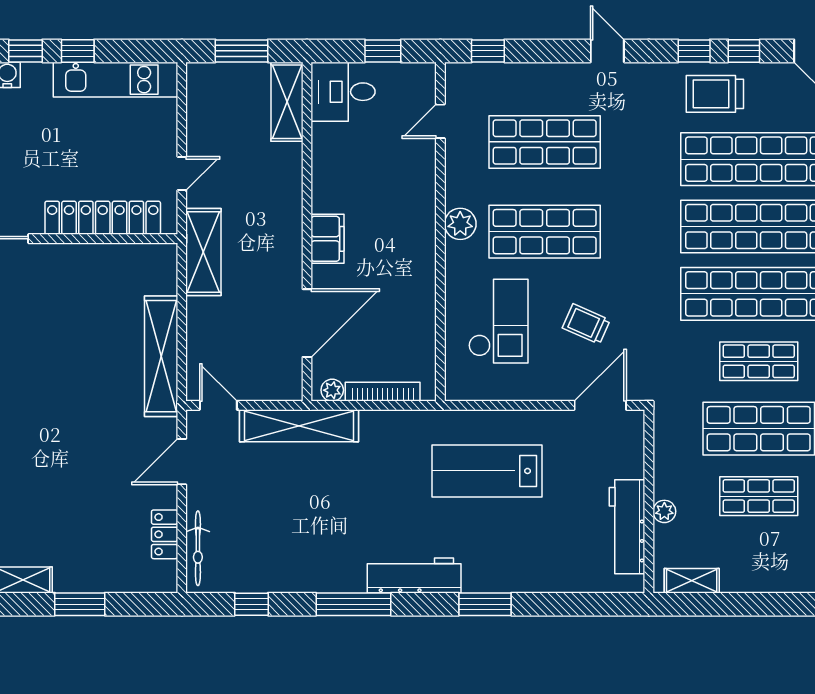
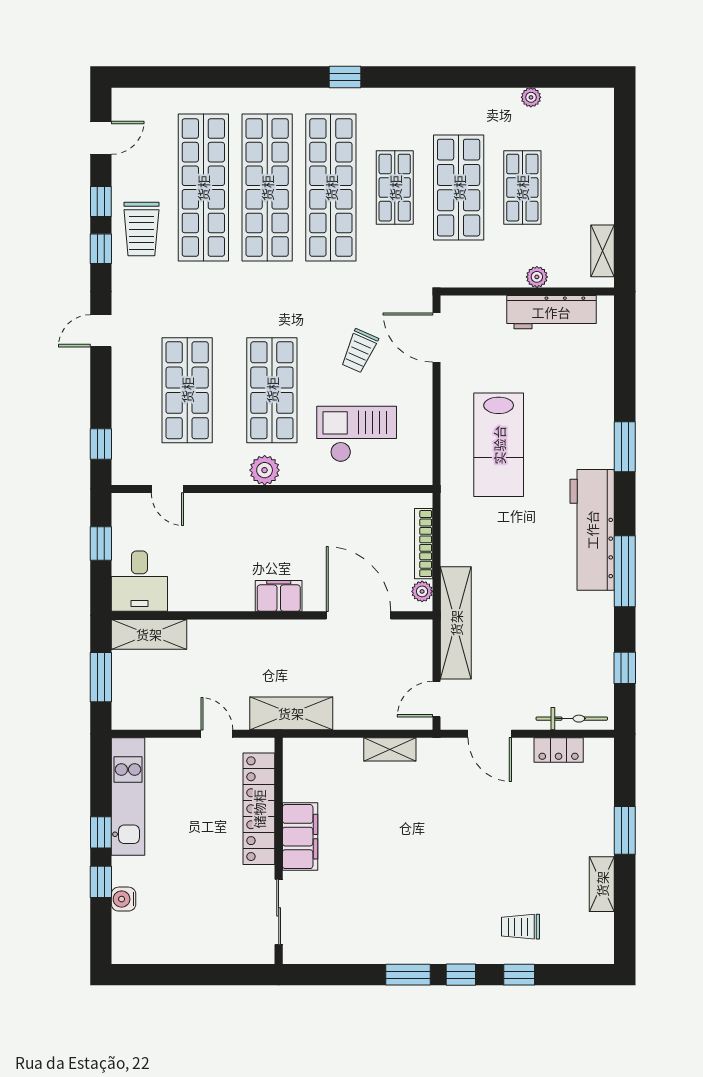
filing cabinet: (73, 261) -> (300, 837), added
shelving: (161, 356) -> (390, 749), width x0.45, depth x0.75
workbench: (414, 575) -> (592, 530), width x1.36, depth x1.32

